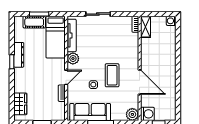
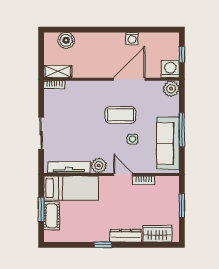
washing machine: (171, 21) -> (132, 38), moved
boiler: (170, 33) -> (66, 40), added
dresser: (19, 55) -> (126, 236), moved

